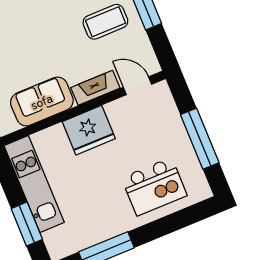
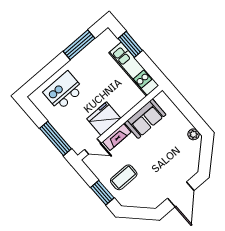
fridge: (89, 130) -> (104, 119), moved
window: (200, 139) -> (56, 138), moved

